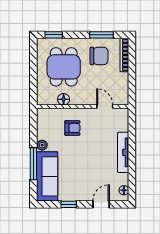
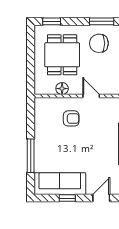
chair: (99, 56) -> (99, 43), turned 180
door: (105, 106) -> (91, 96), moved
plant: (42, 145) -> (40, 136), removed
sofa: (47, 176) -> (60, 184), moved, turned -90

